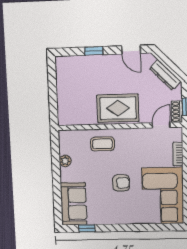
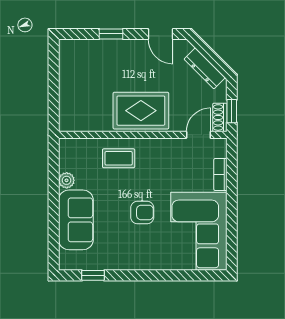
sofa: (74, 204) -> (76, 220), moved

